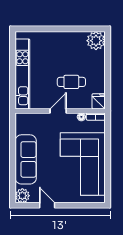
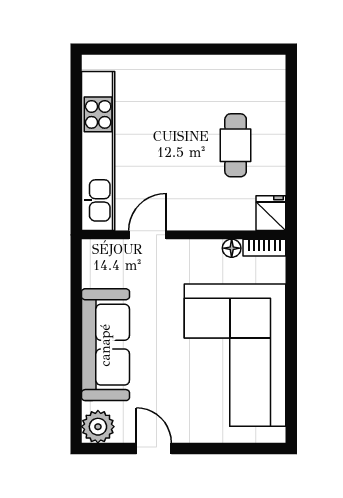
plant: (96, 41) -> (265, 76), removed
cafe table: (71, 82) -> (236, 145), moved, turned 90
door: (58, 111) -> (147, 235), moved

